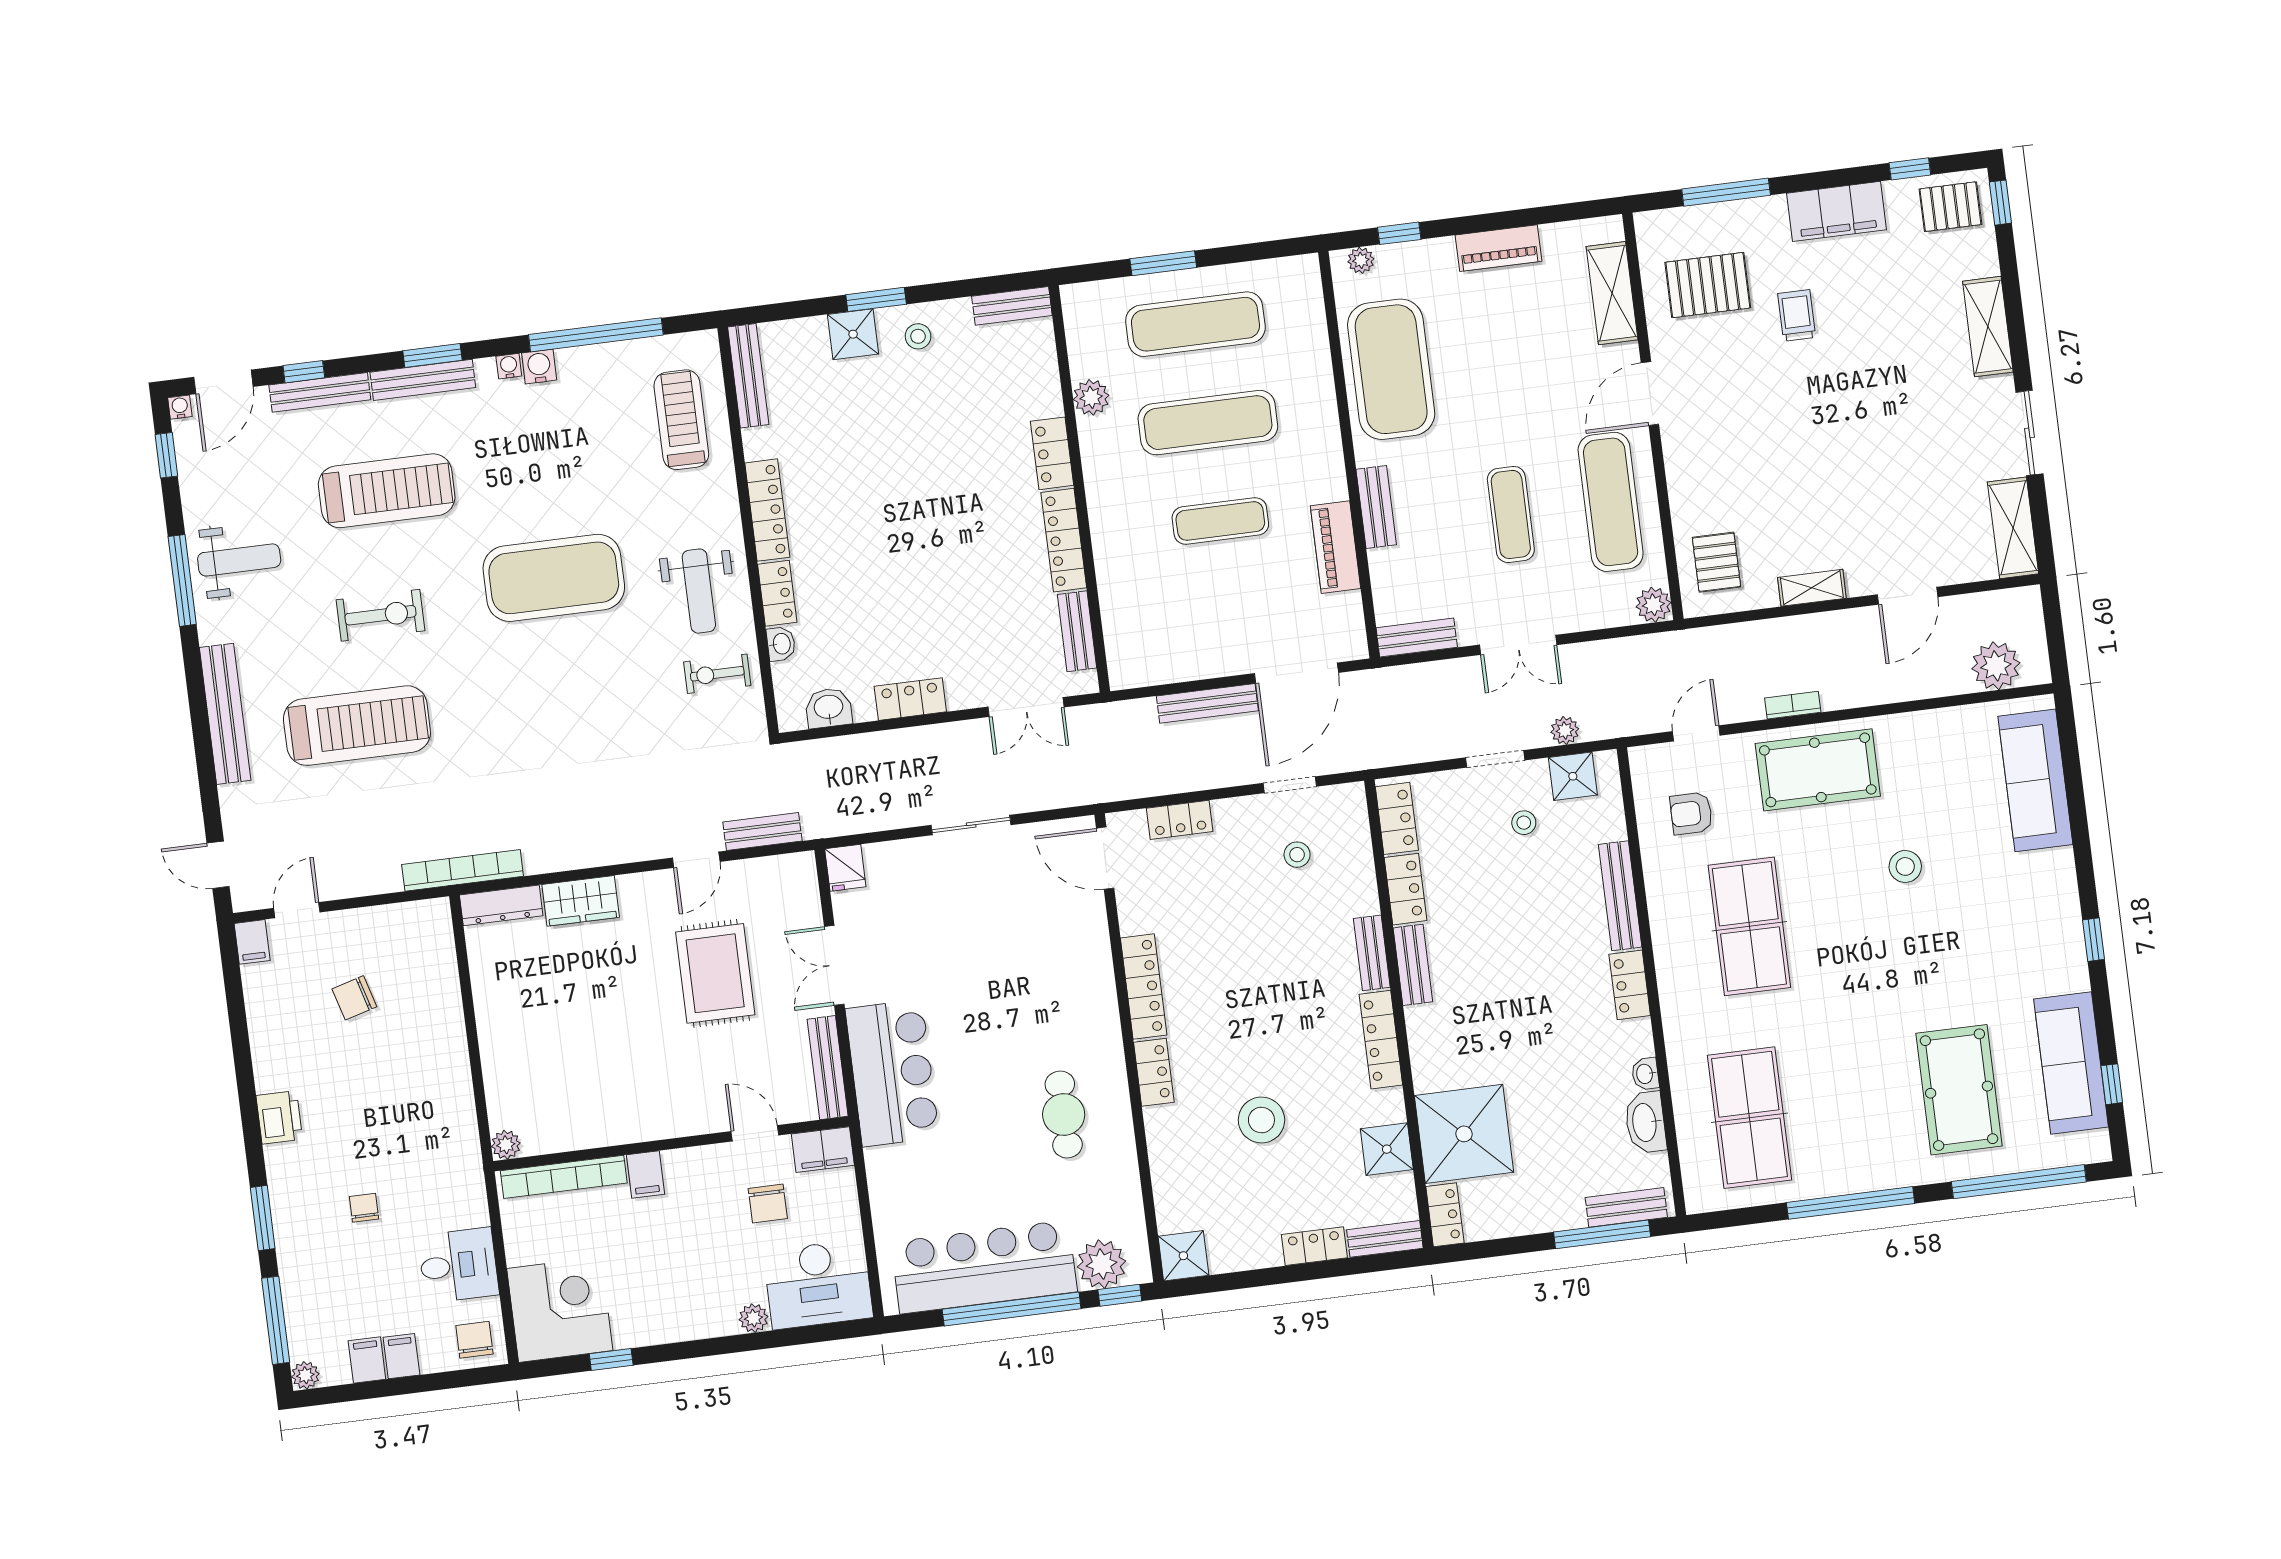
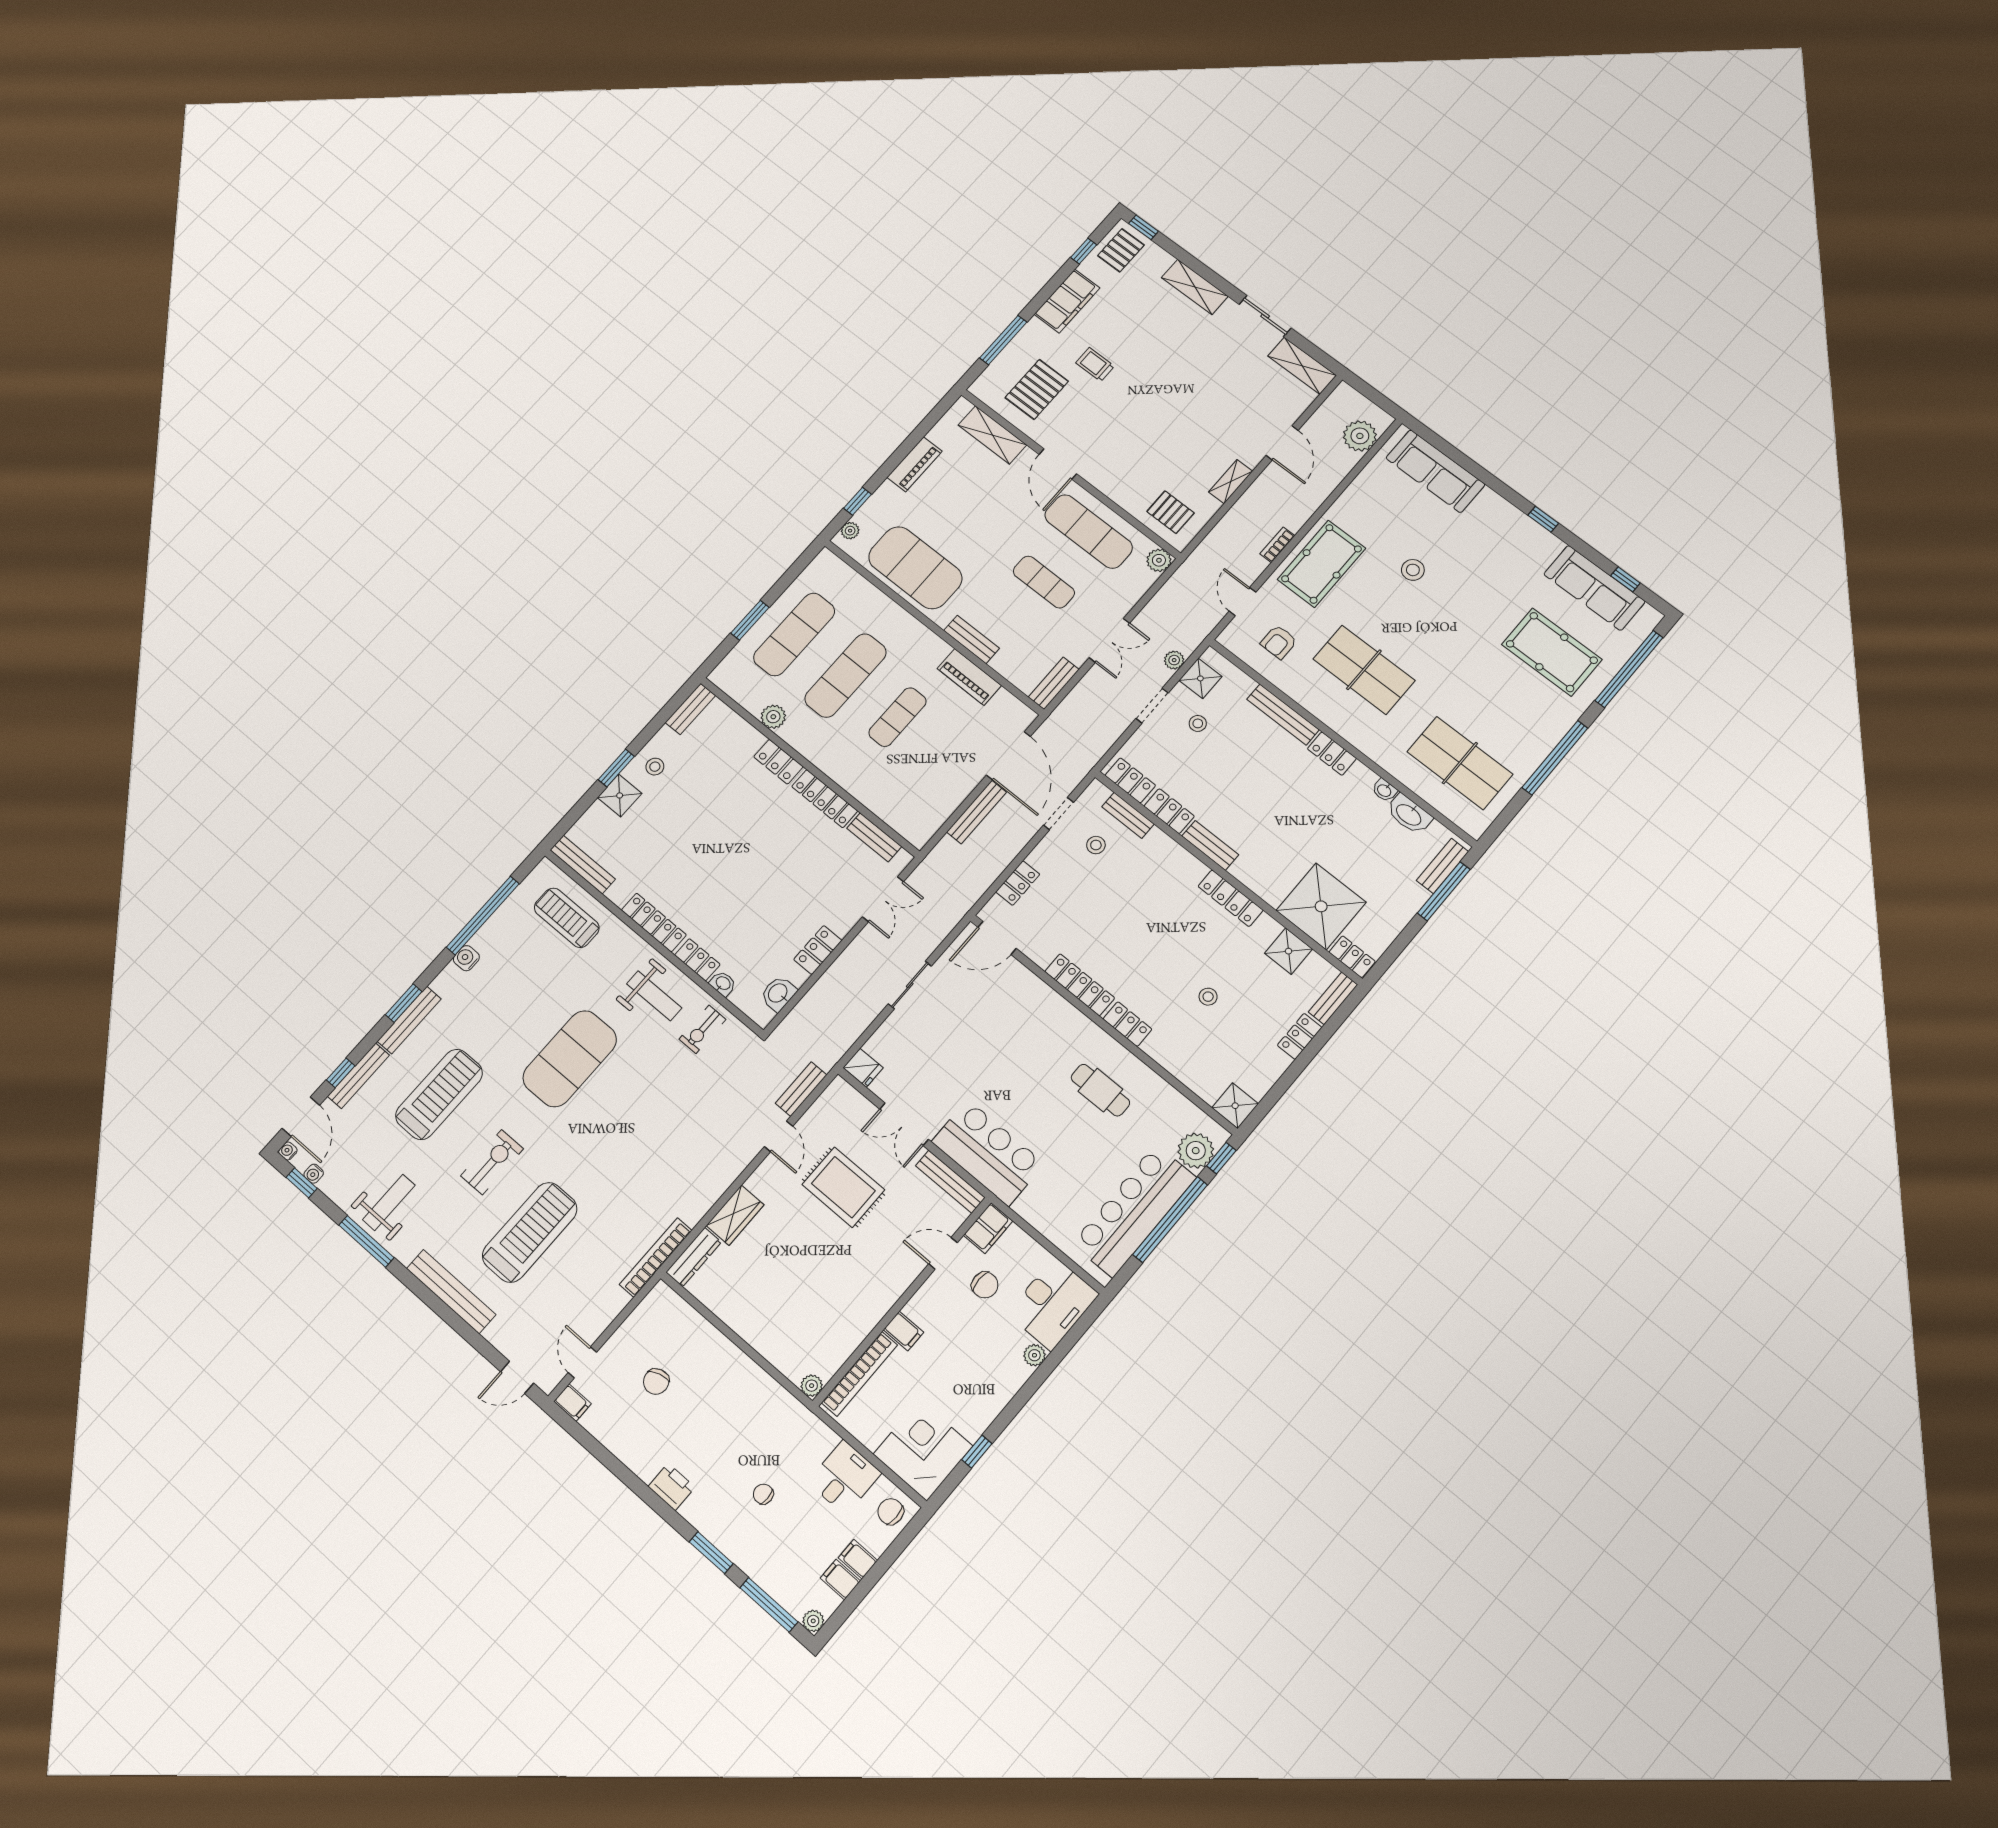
water cooler: (509, 366) -> (314, 1174), moved, turned -90
bench: (1372, 953) -> (1128, 815), moved
stool: (1261, 1120) -> (1208, 997), width x0.53, depth x0.53

